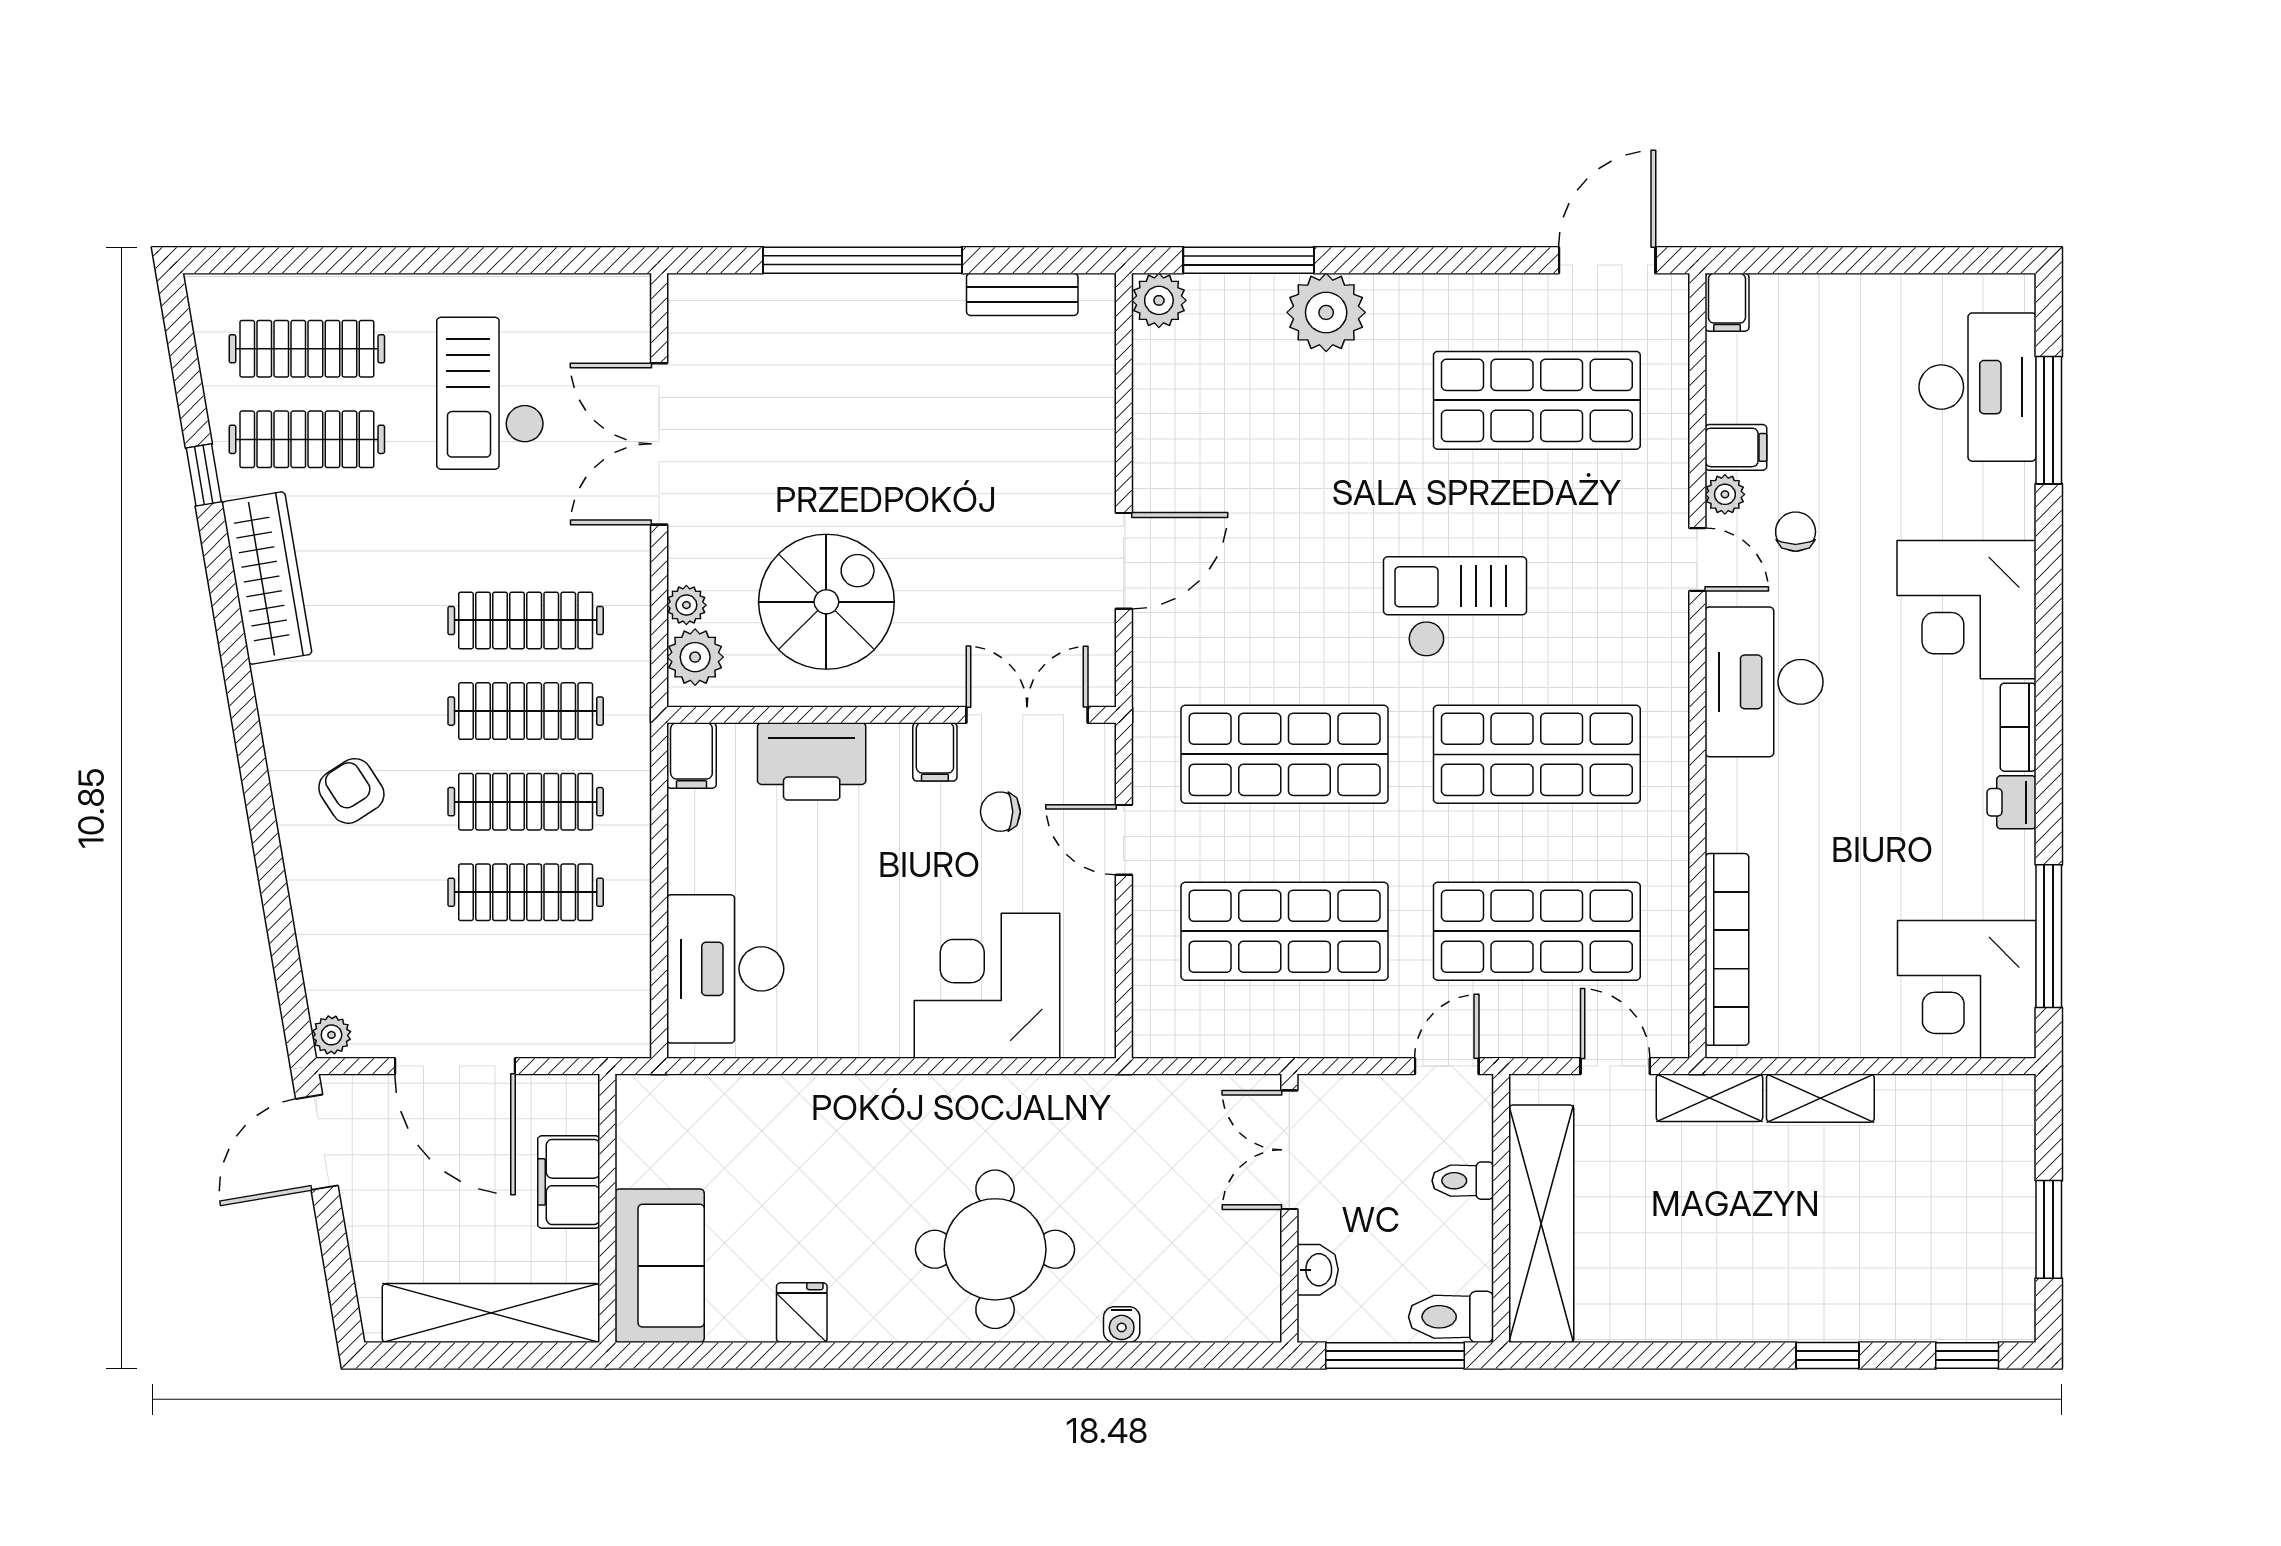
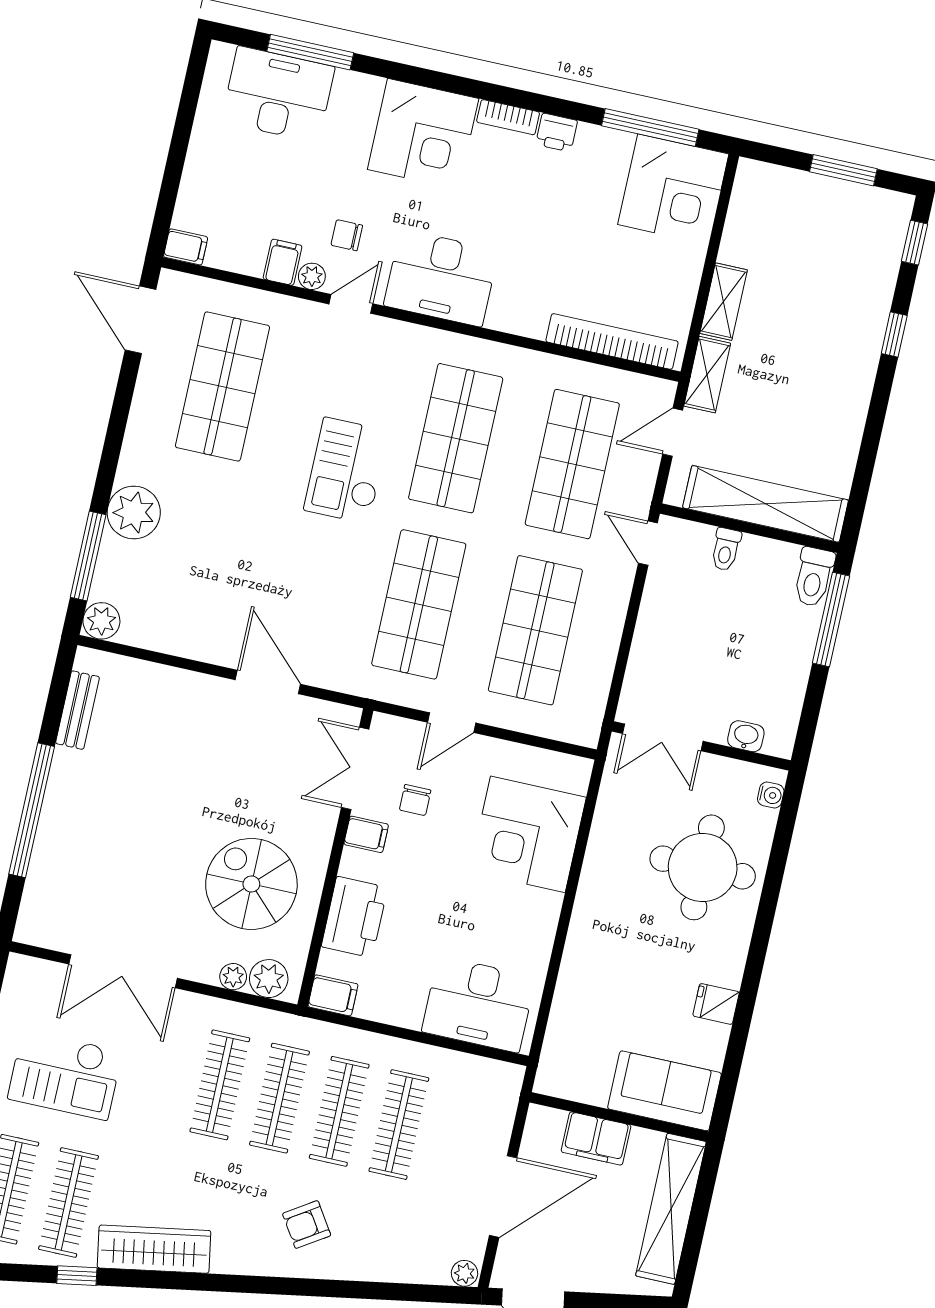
double door: (1289, 1150) -> (663, 737), moved
wall: (1289, 1208) -> (701, 746), moved
washbasin: (1318, 1270) -> (746, 736), moved

